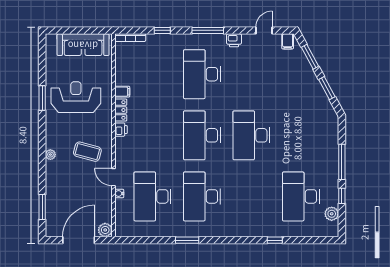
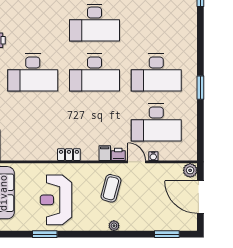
filing cabinet: (122, 92) -> (105, 153), moved
window: (42, 98) -> (45, 234), moved
printer: (121, 130) -> (118, 154), moved
door: (113, 177) -> (137, 162), swing flipped

